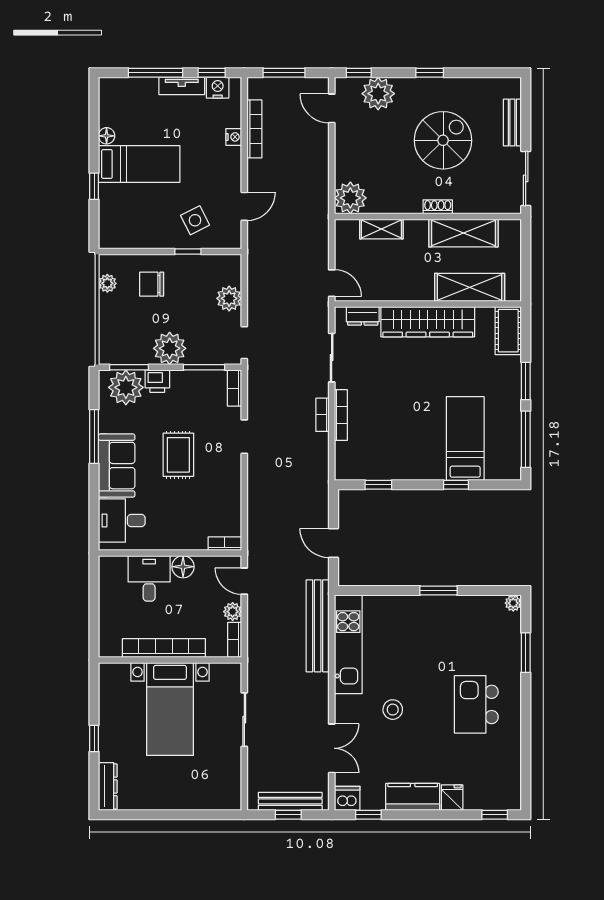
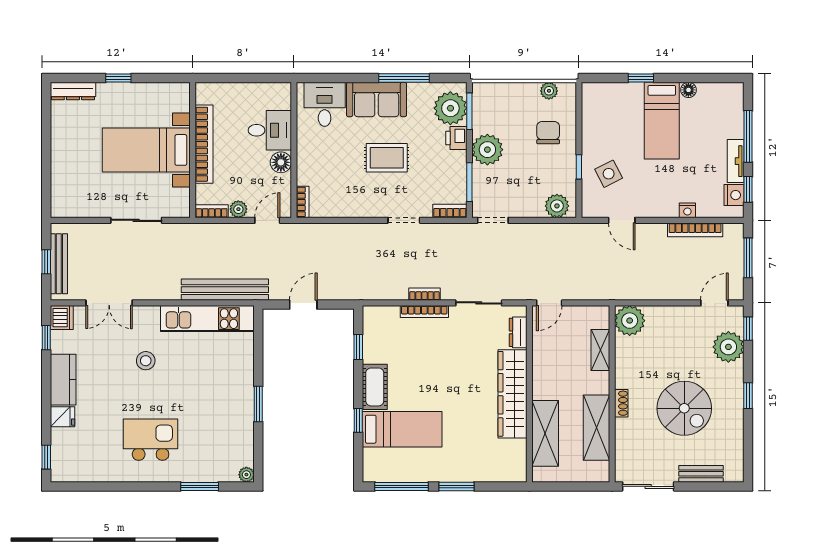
plant: (229, 298) -> (557, 206), moved
cot: (508, 331) -> (375, 387), moved, turned 90

